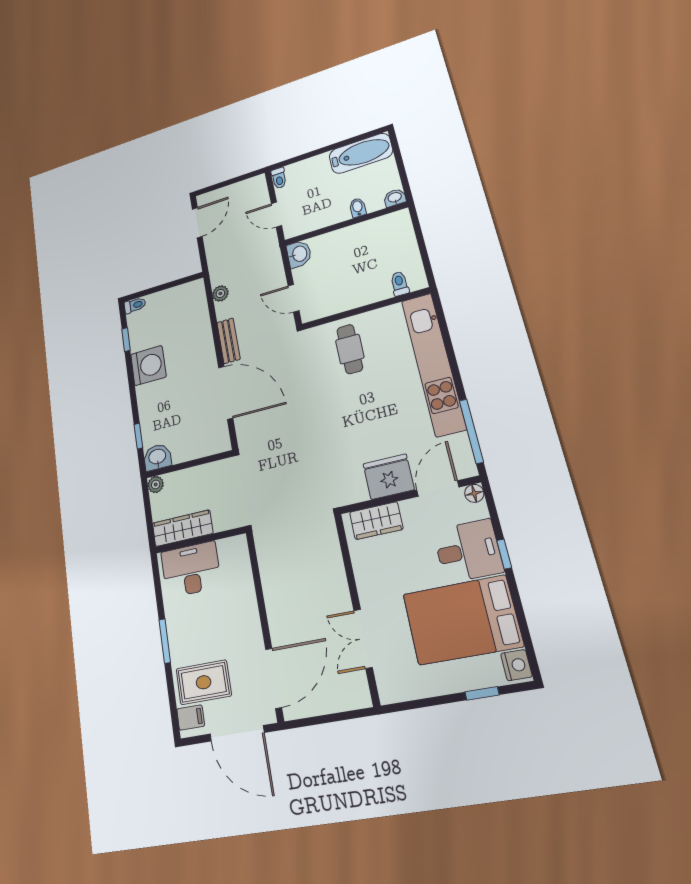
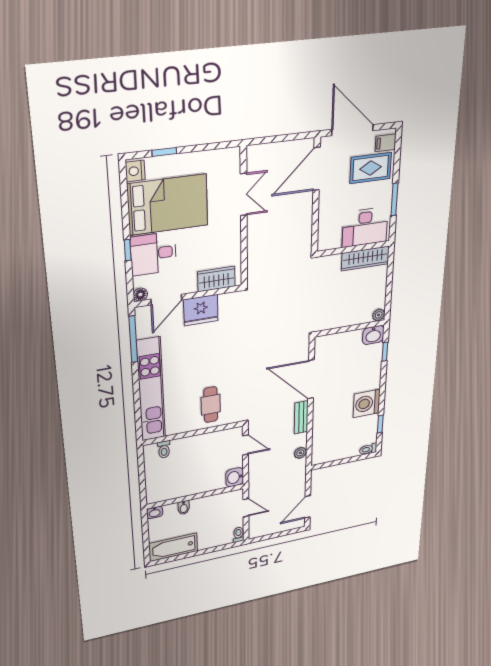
wardrobe: (183, 528) -> (365, 258), moved
wall: (200, 540) -> (353, 249), moved
desk: (191, 569) -> (365, 227), moved

